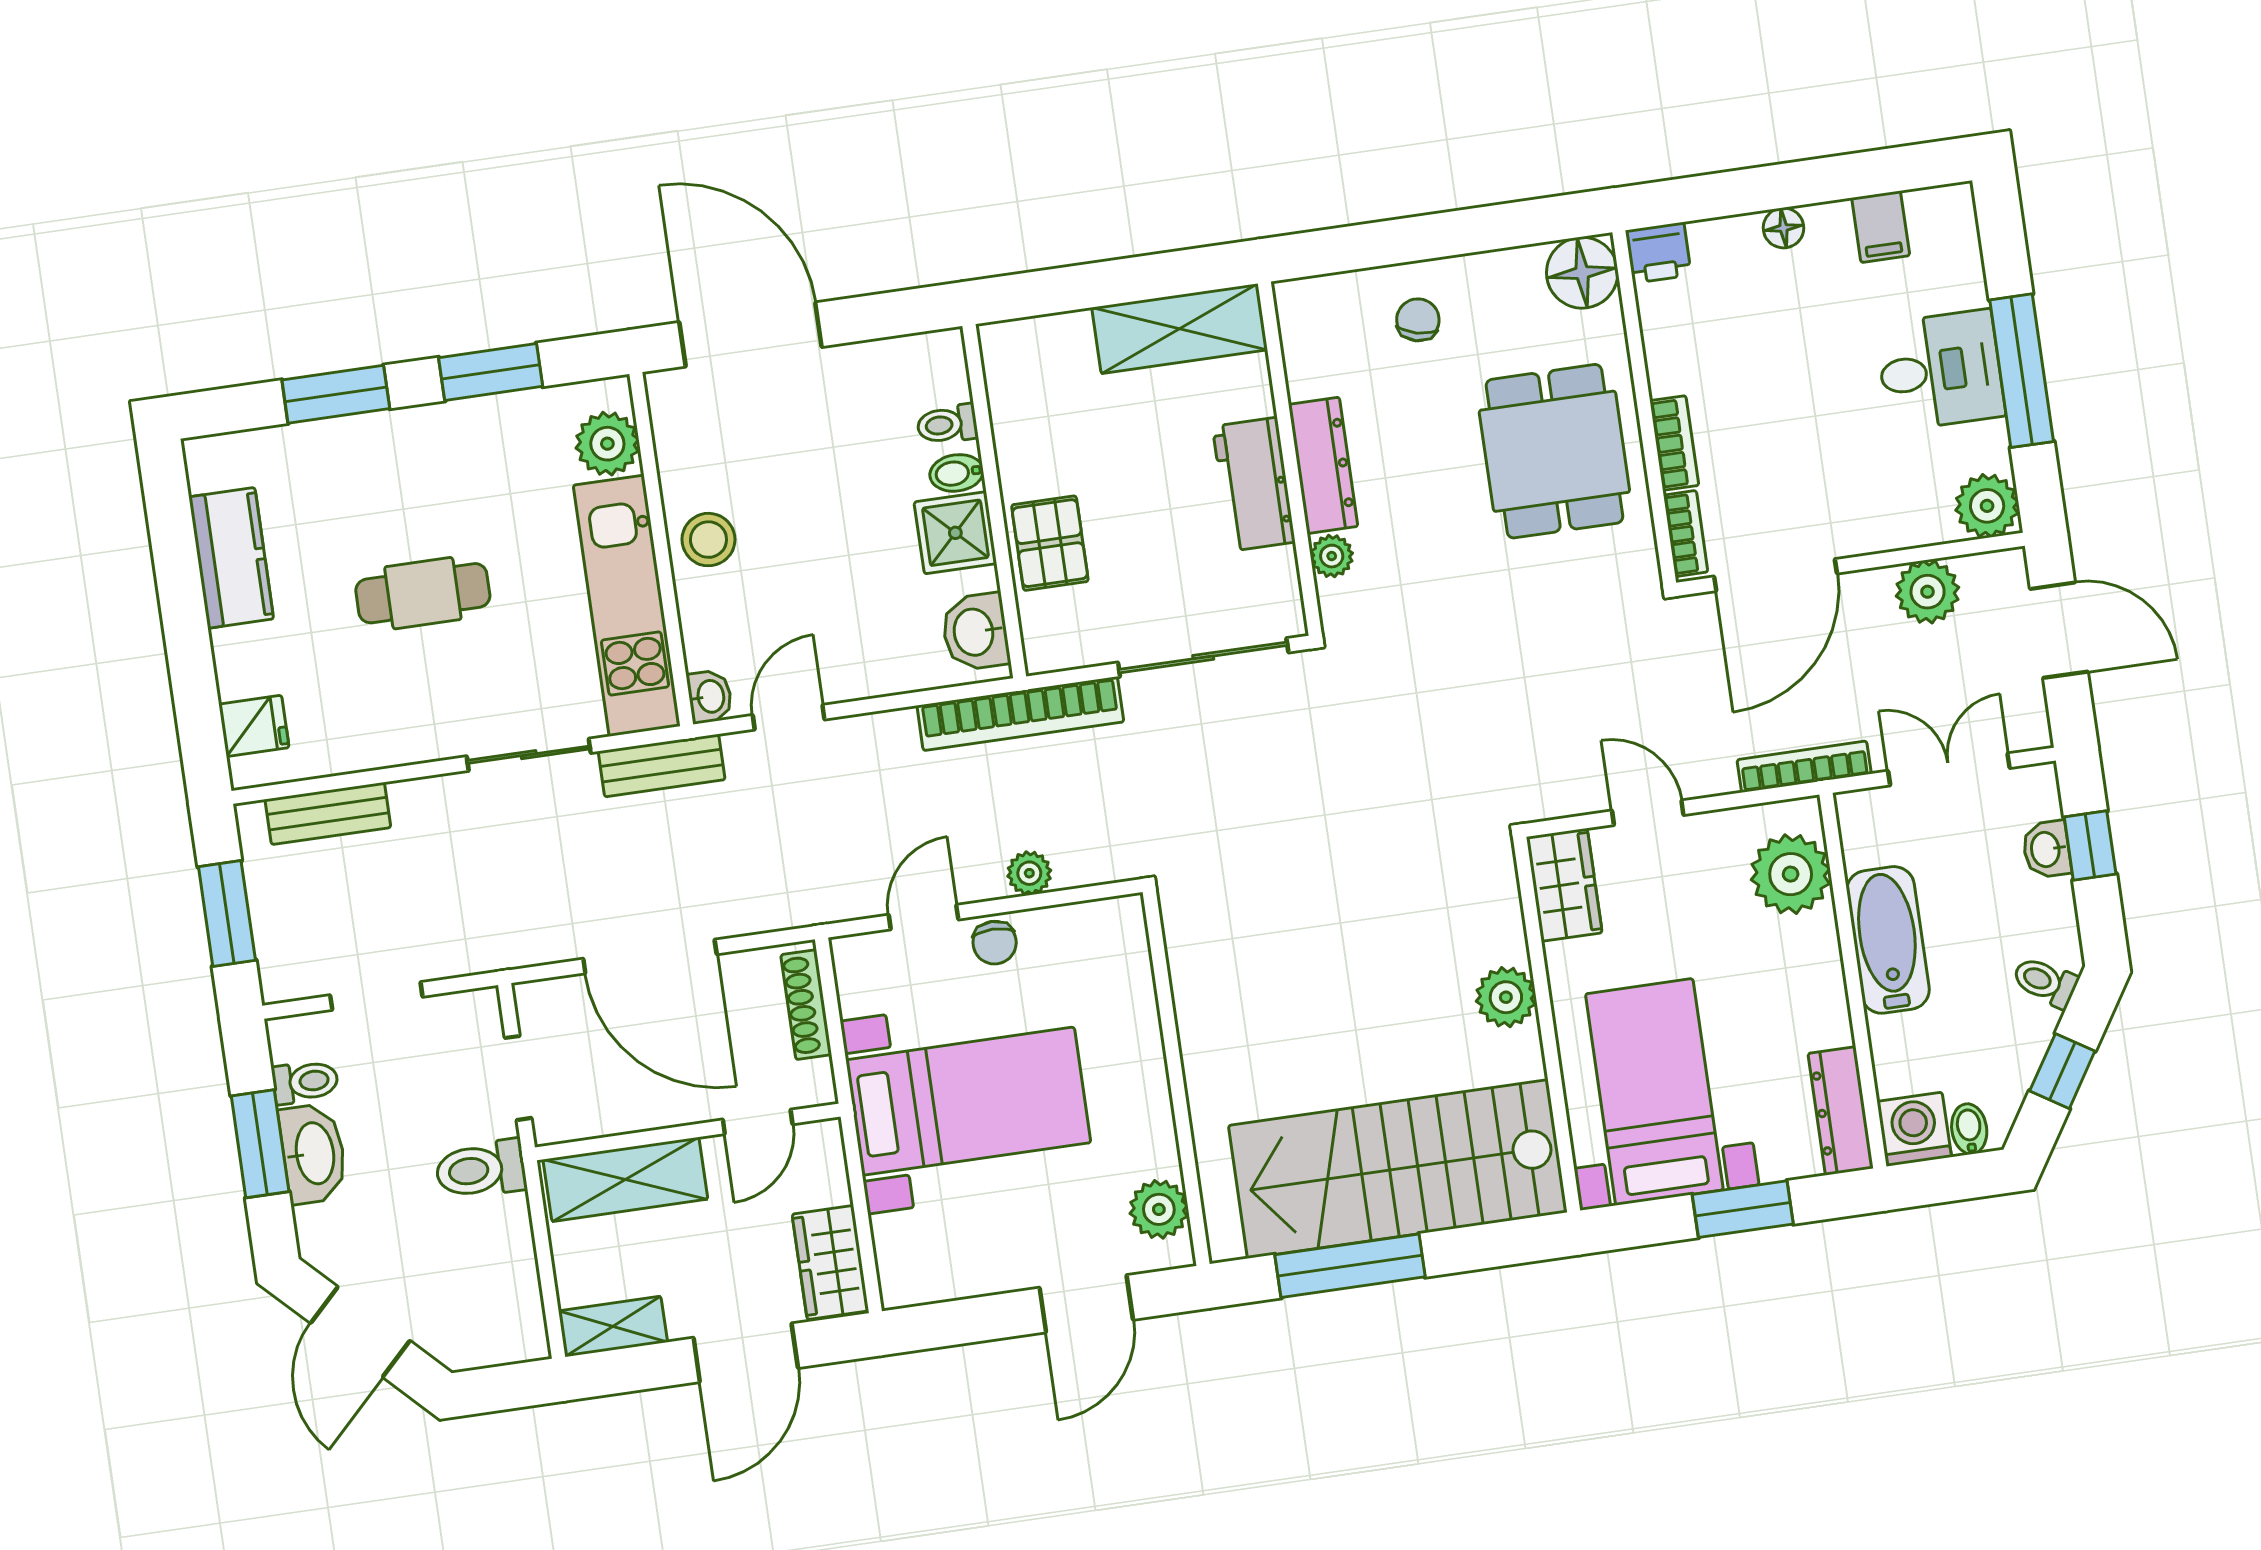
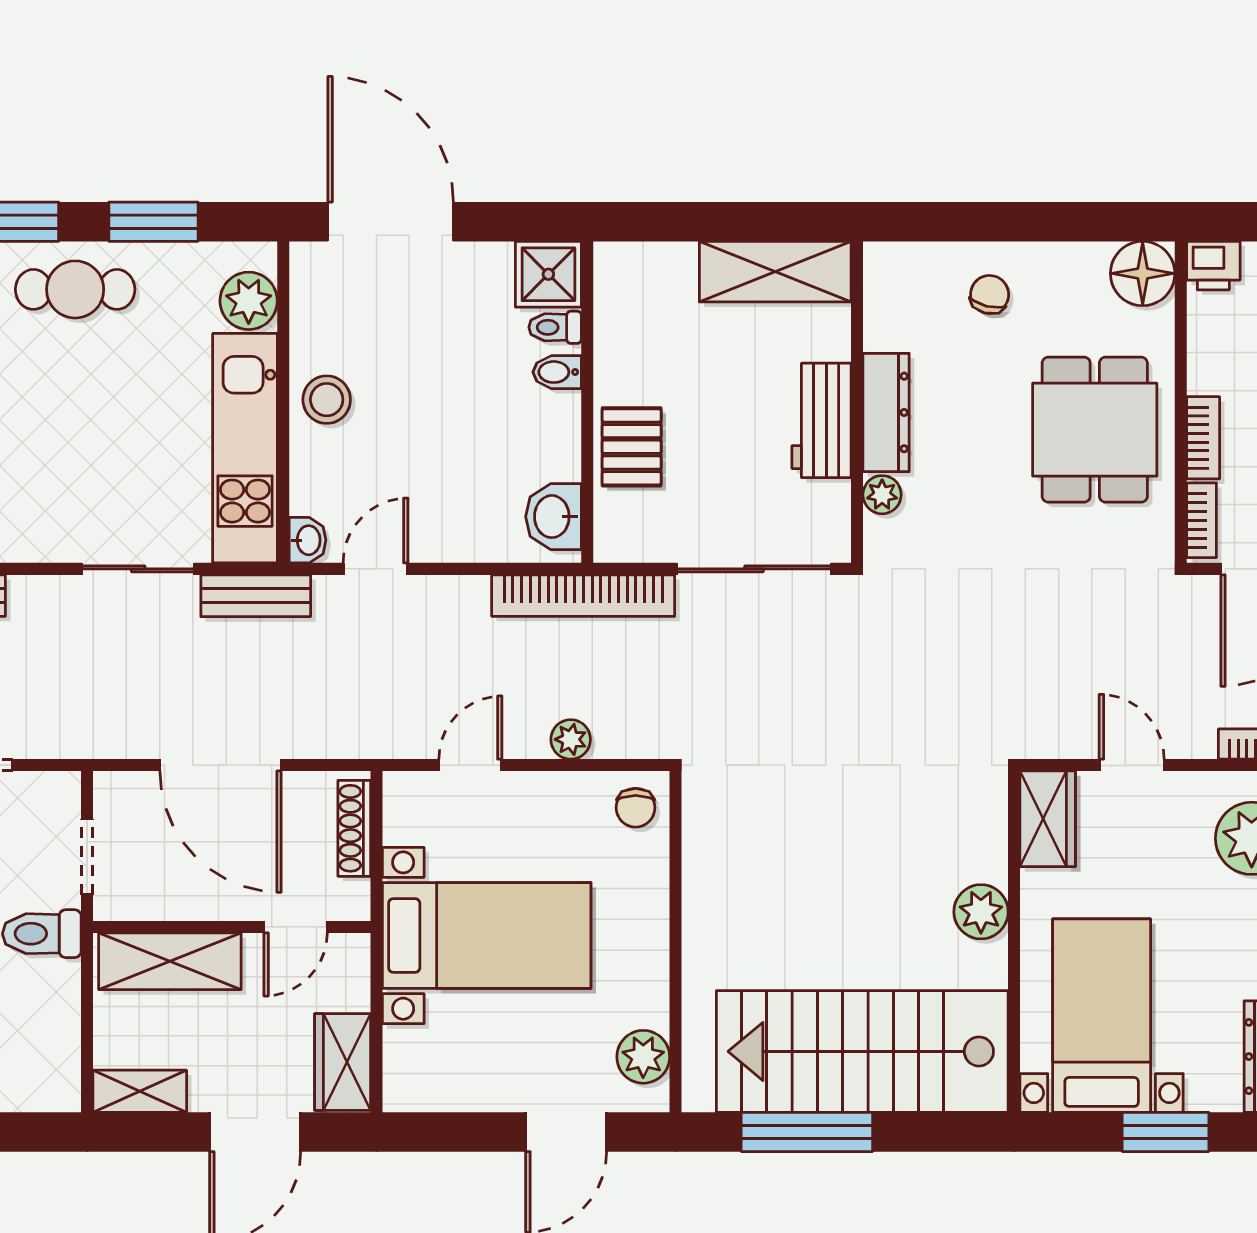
shower: (955, 533) -> (548, 274), moved
cafe table: (423, 593) -> (75, 289), moved
chair: (995, 943) -> (636, 808), moved

